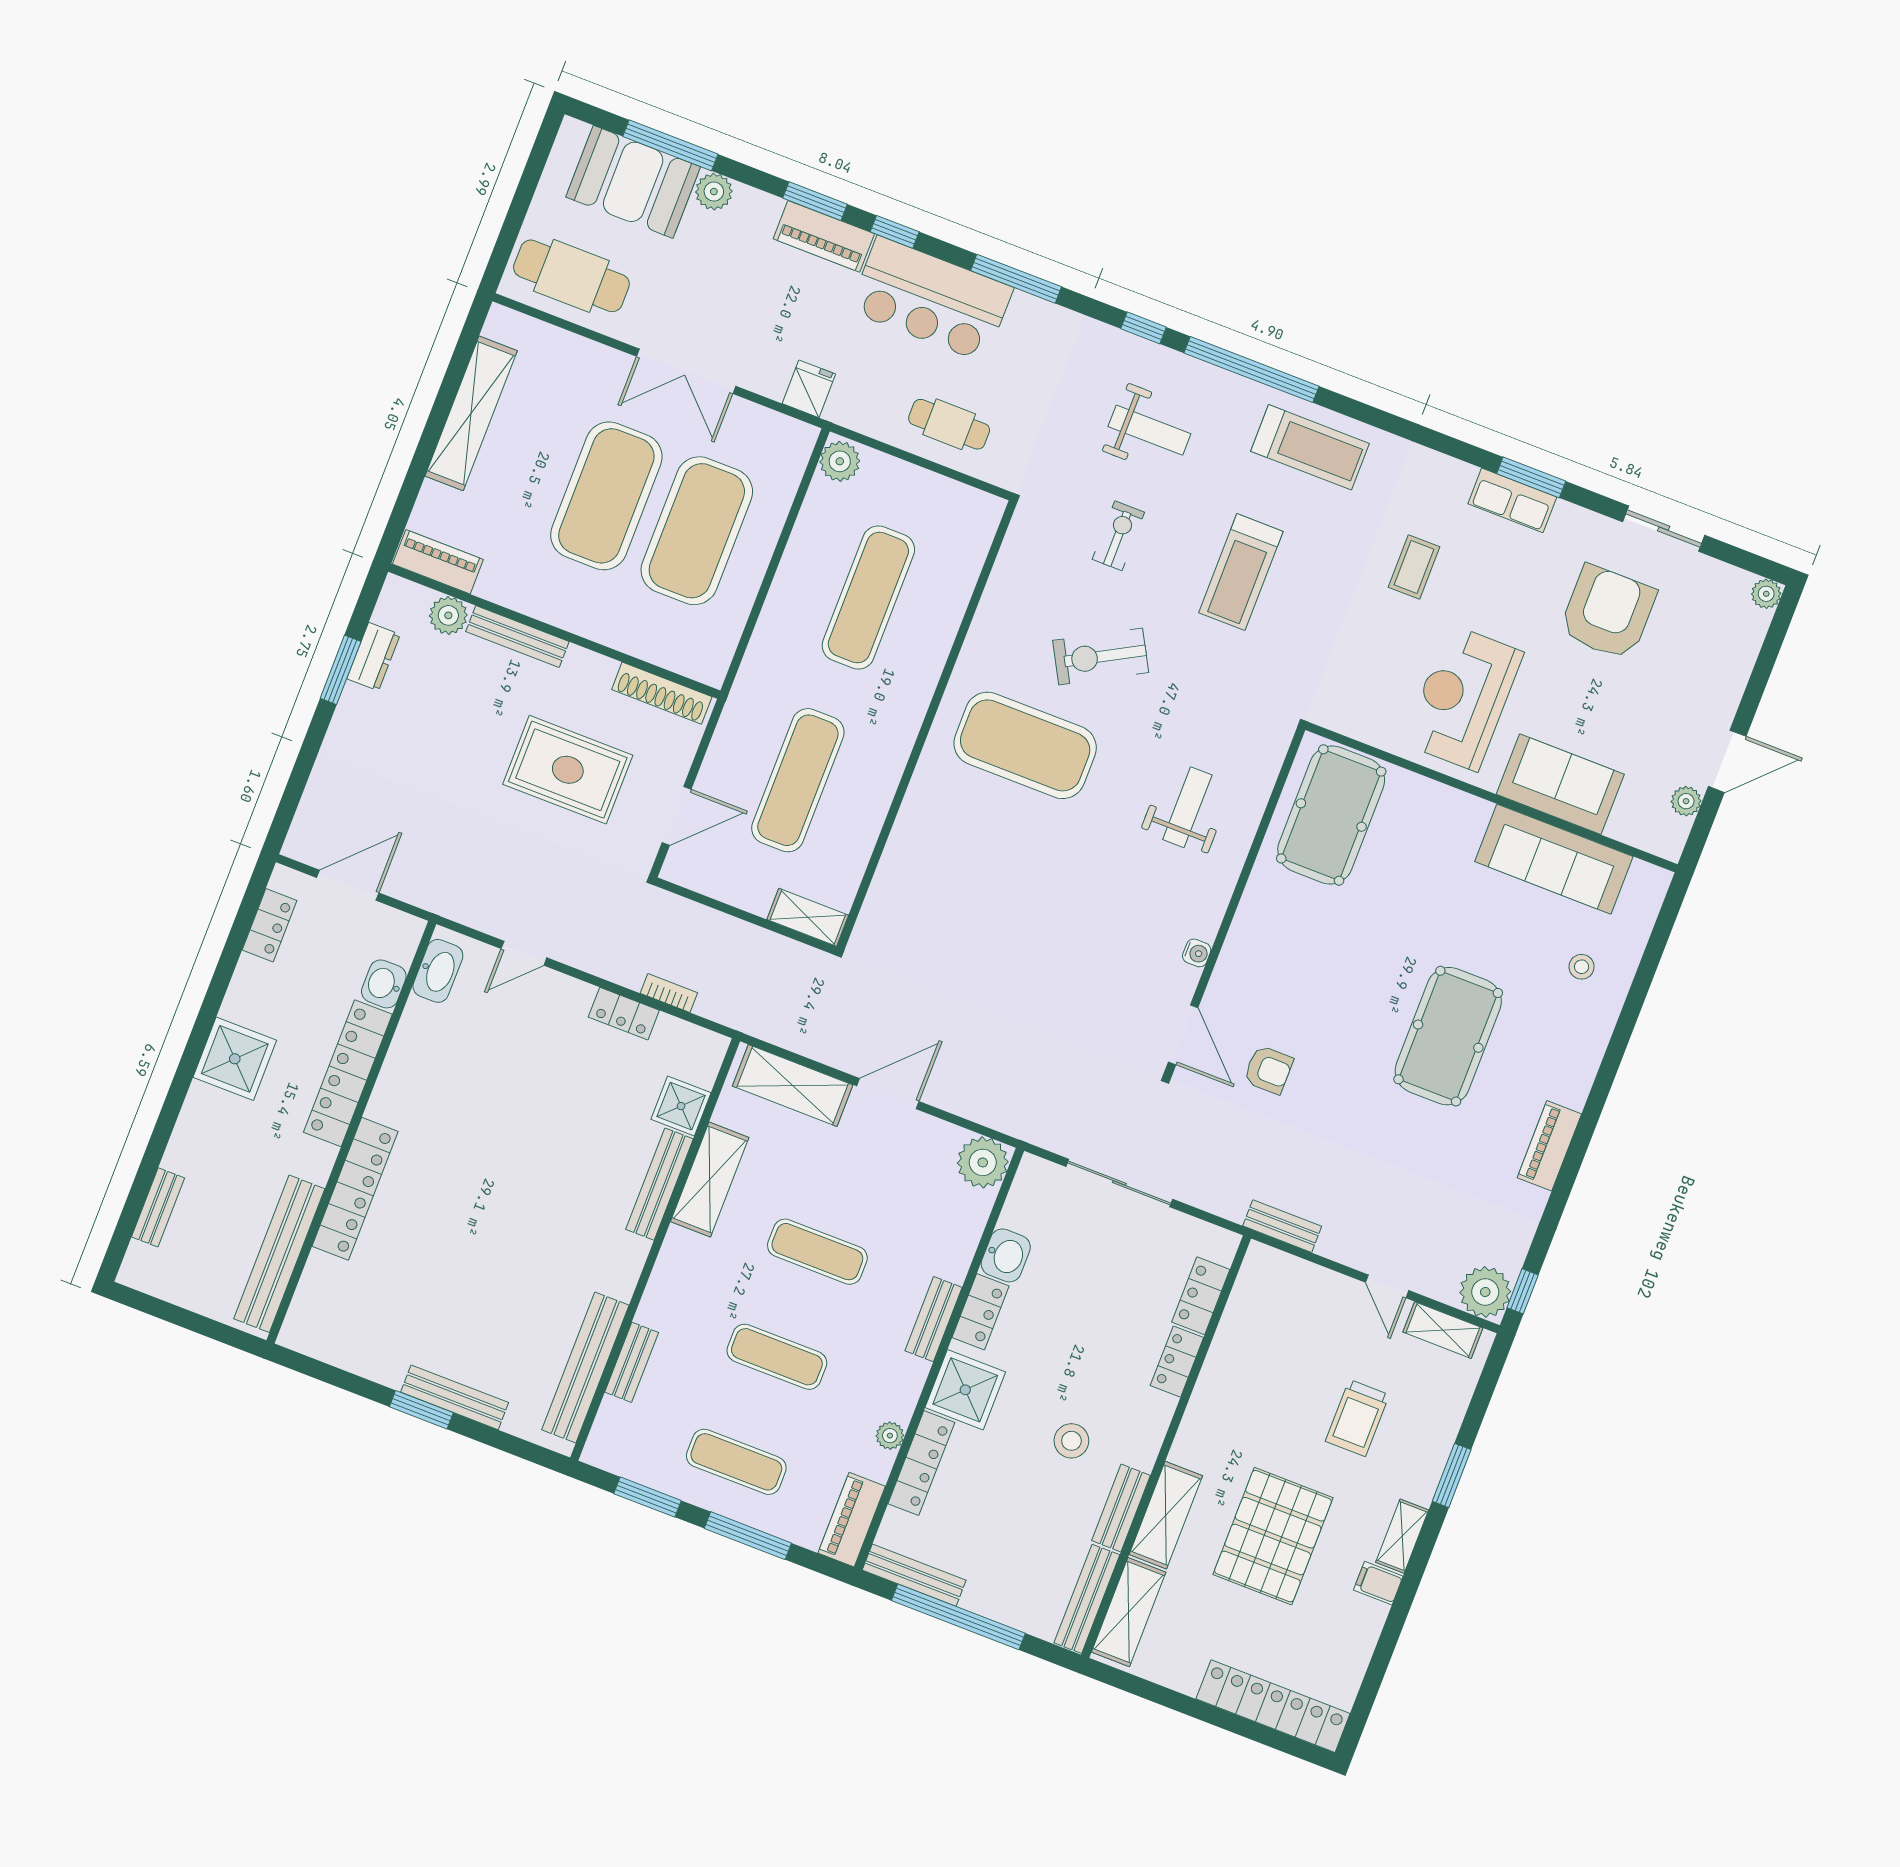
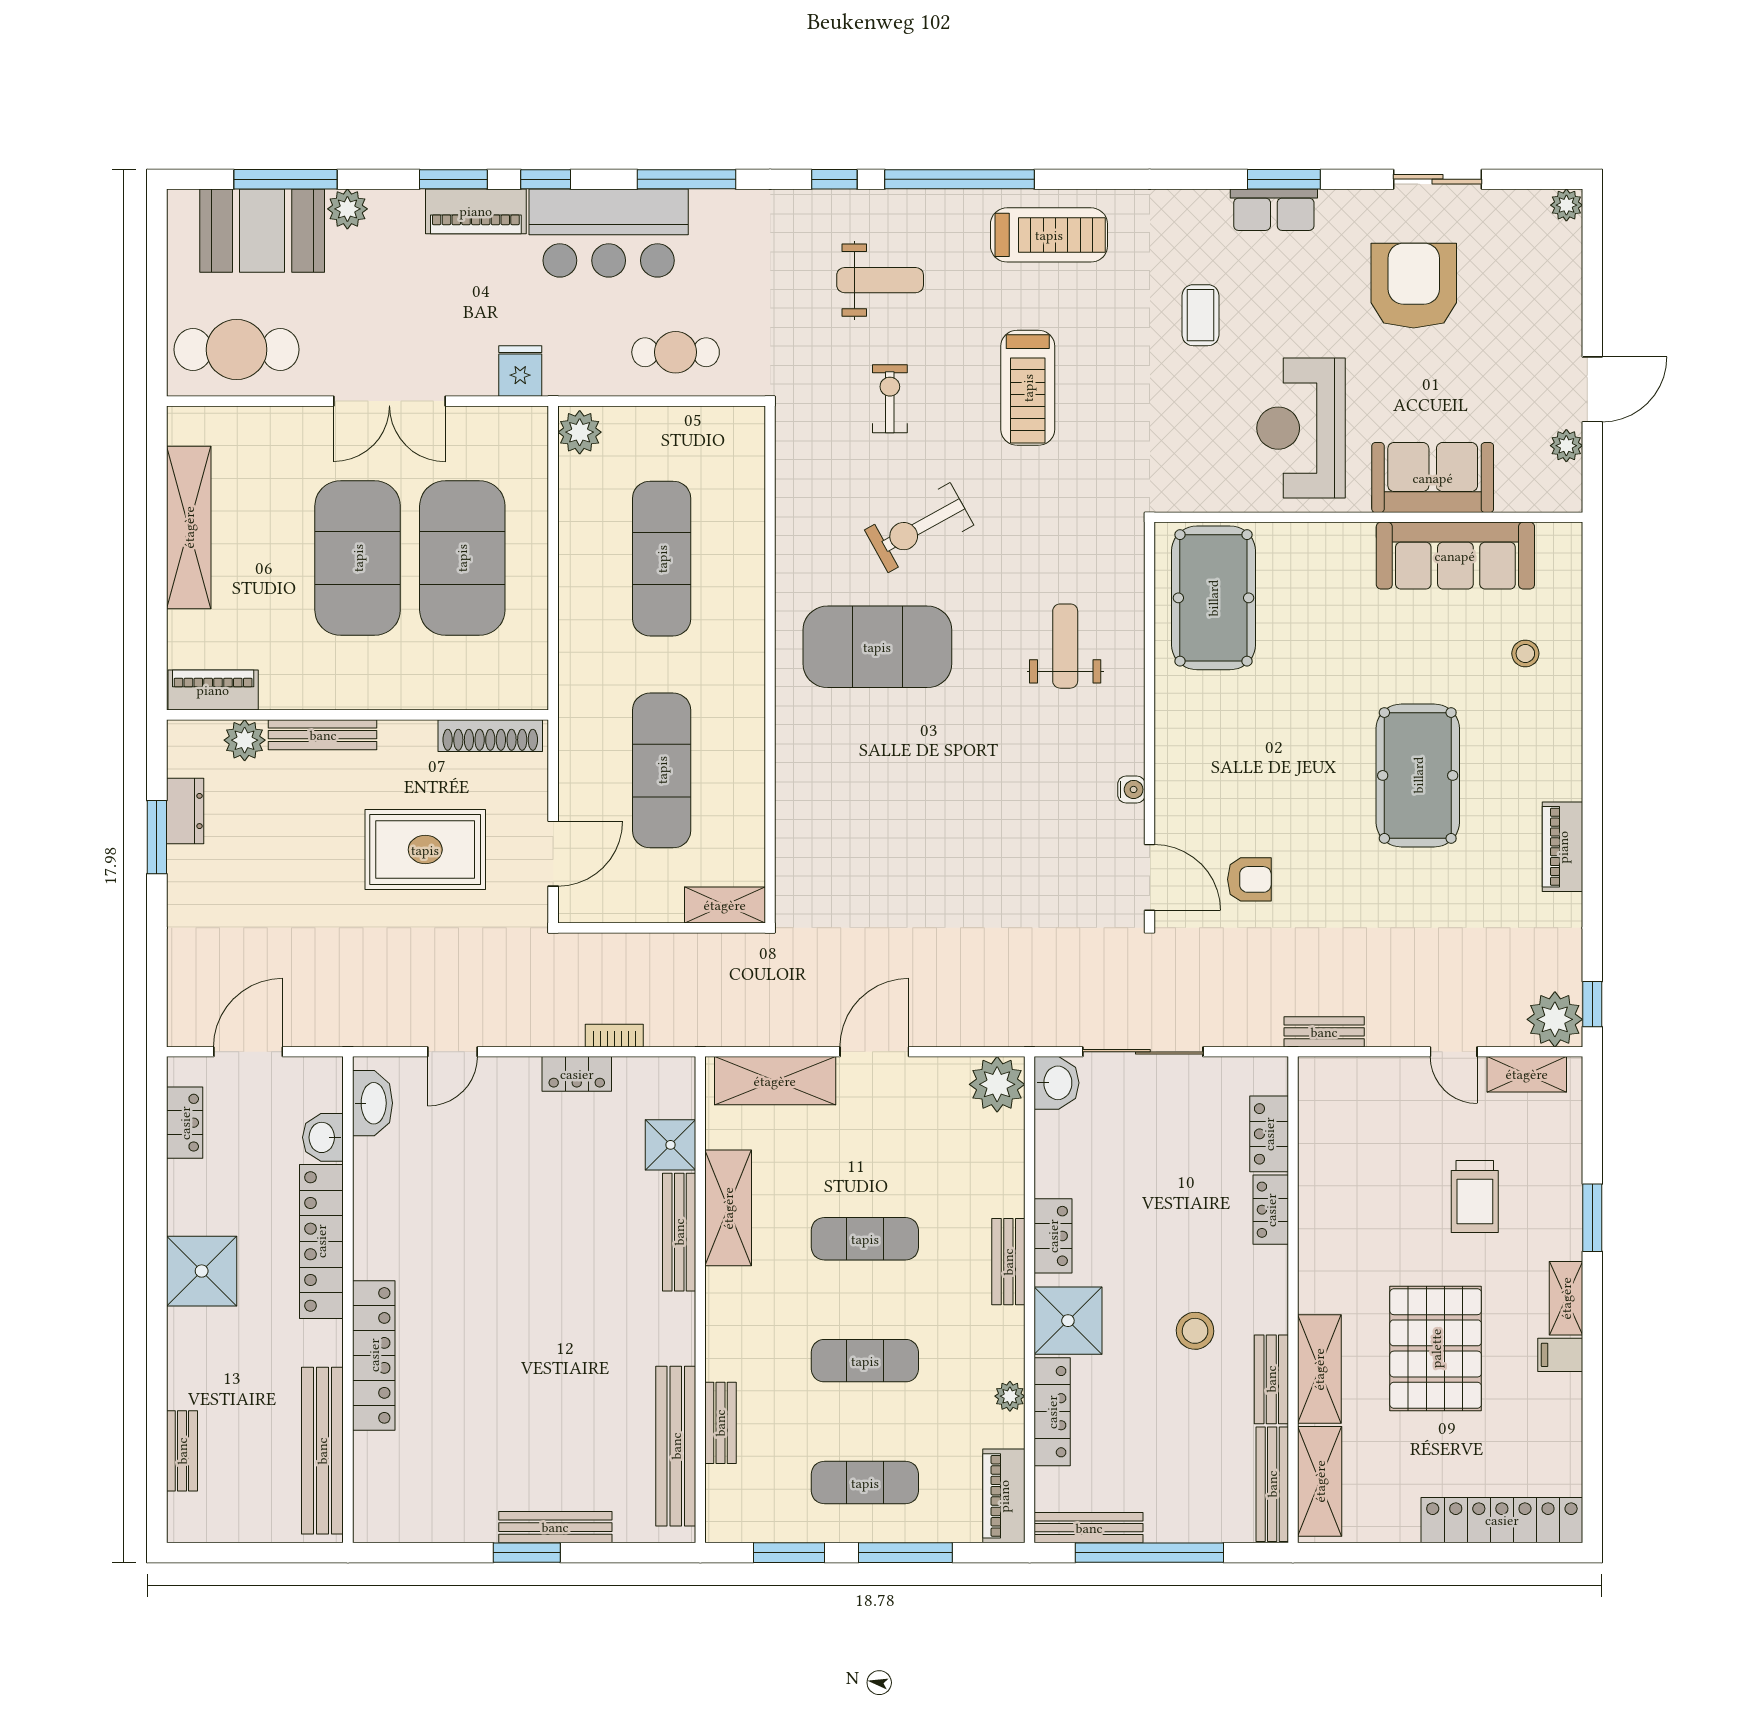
washbasin: (1006, 1255) -> (1057, 1083), moved

